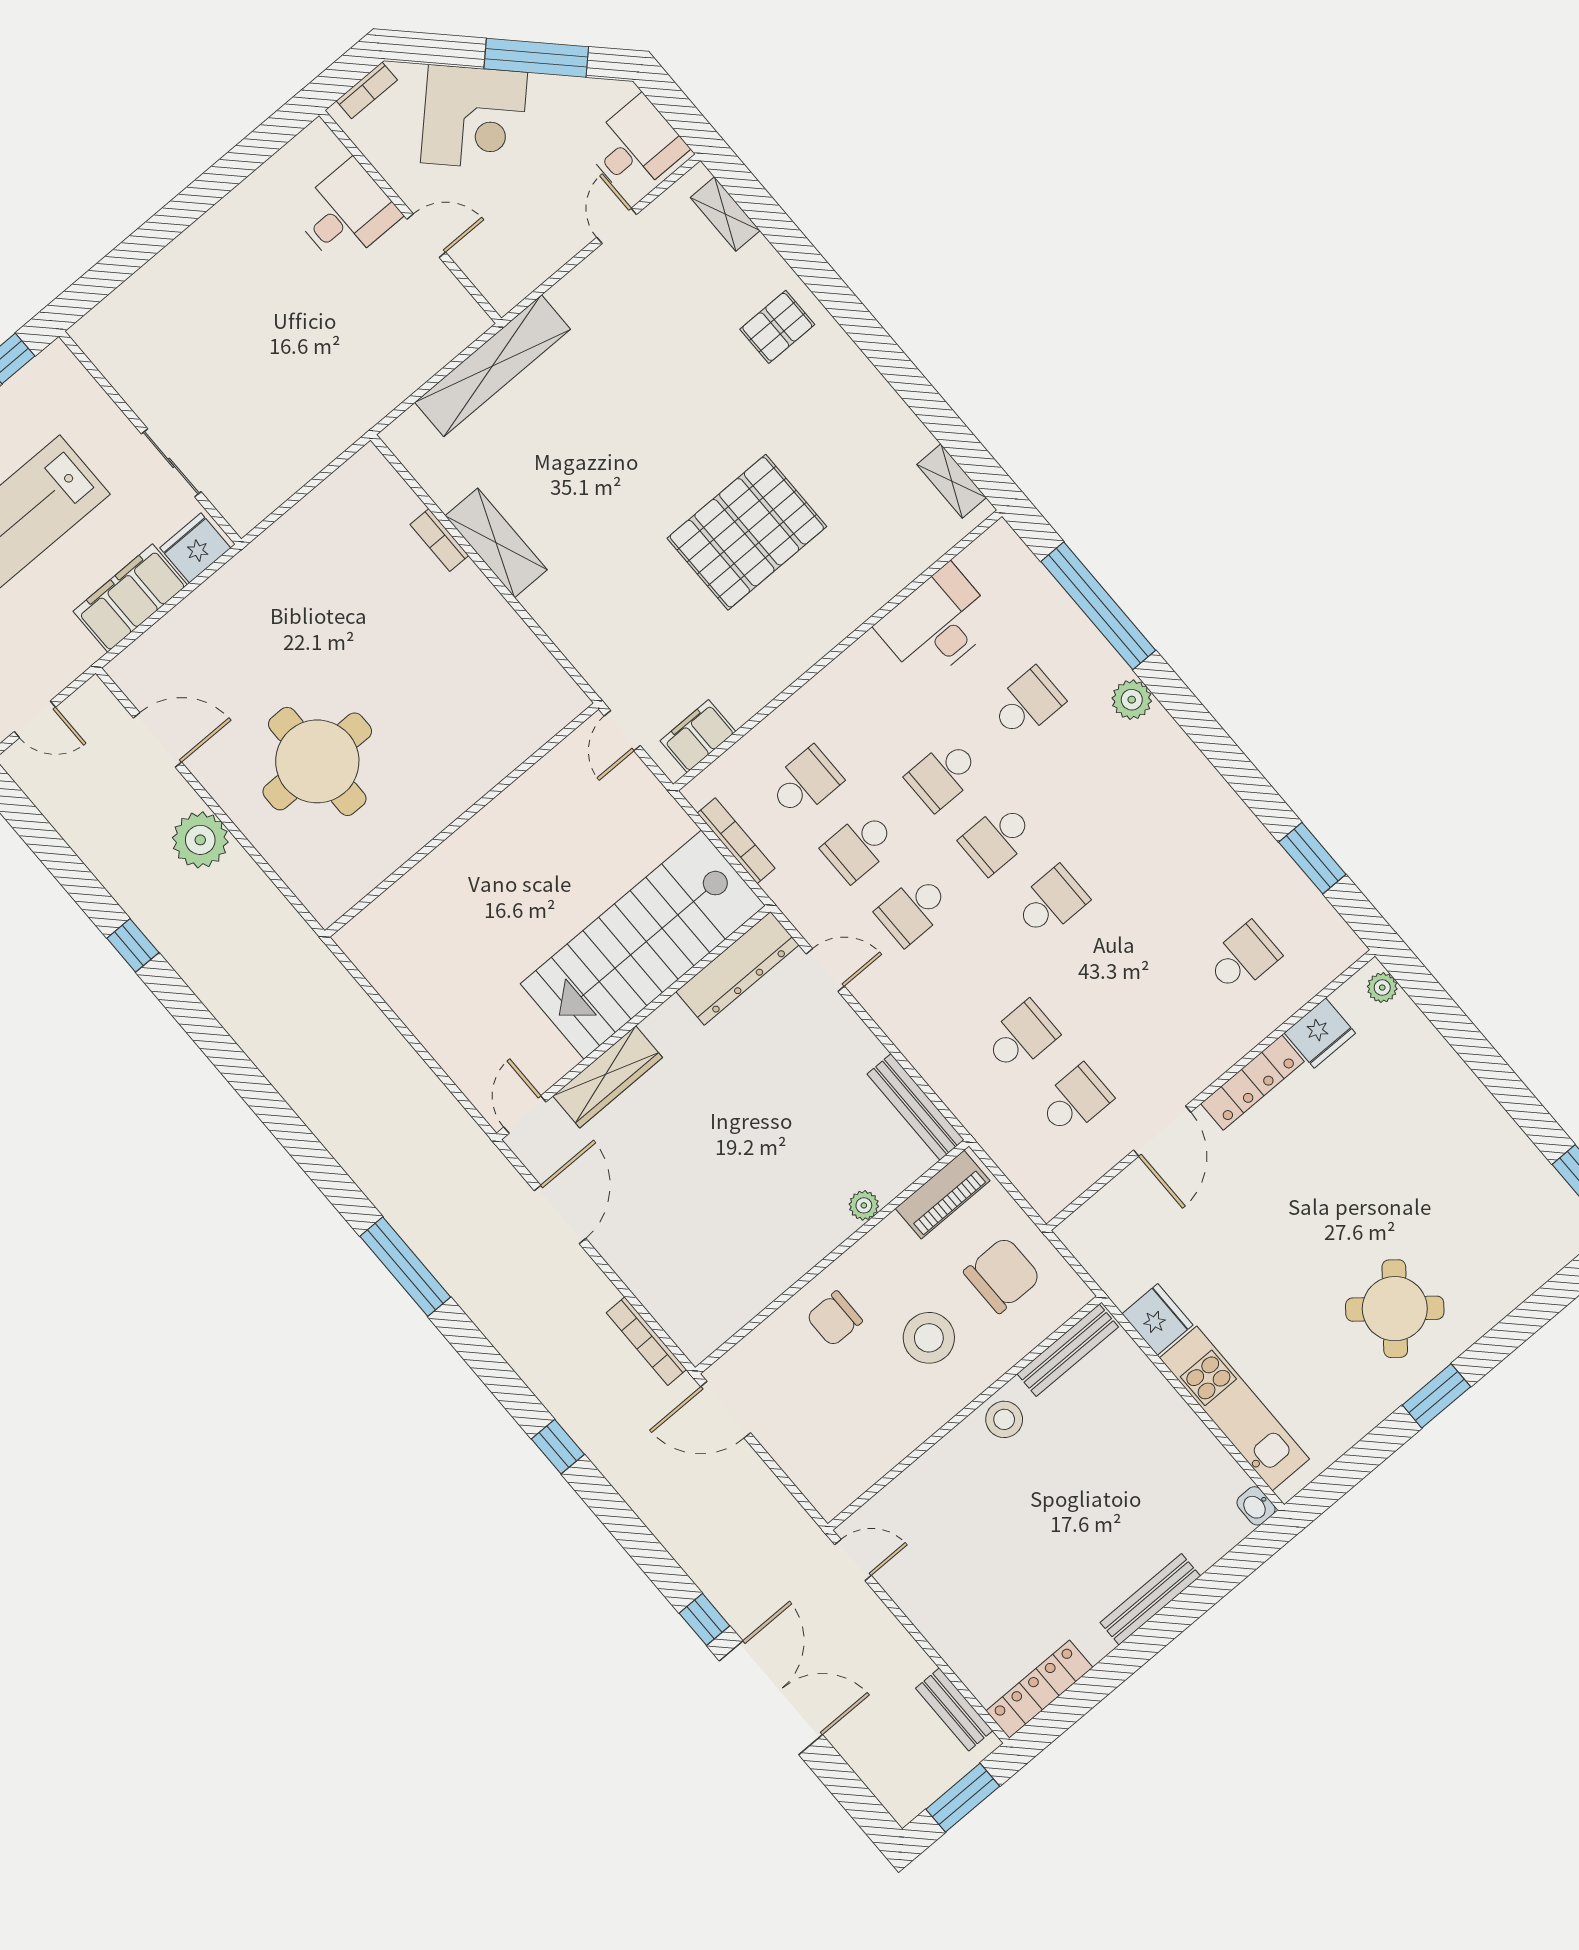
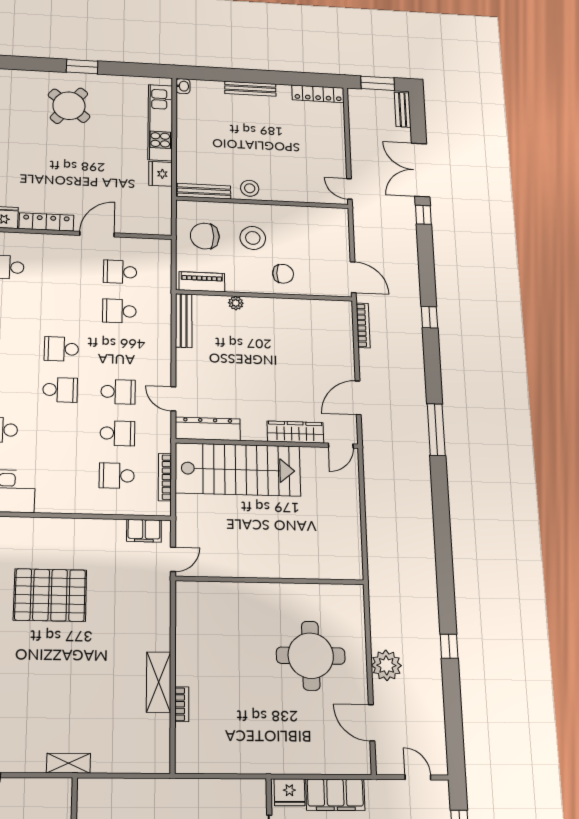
shelving: (493, 366) -> (68, 763), width x0.45, depth x0.75
school desk: (943, 775) -> (59, 432), removed
bench: (954, 1709) -> (403, 110), moved

